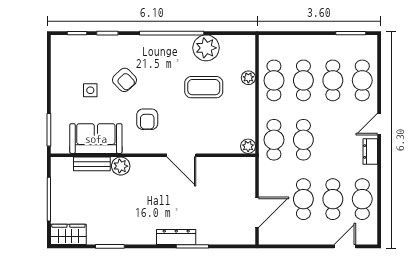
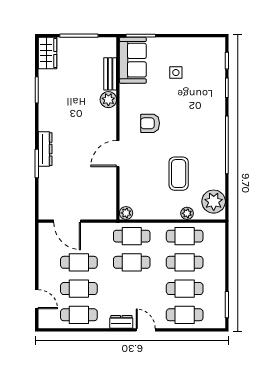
plant: (206, 48) -> (214, 202), moved
armchair: (124, 80) -> (185, 103), removed
sofa: (96, 139) -> (133, 60), moved

